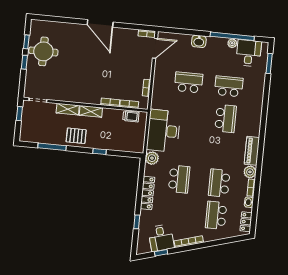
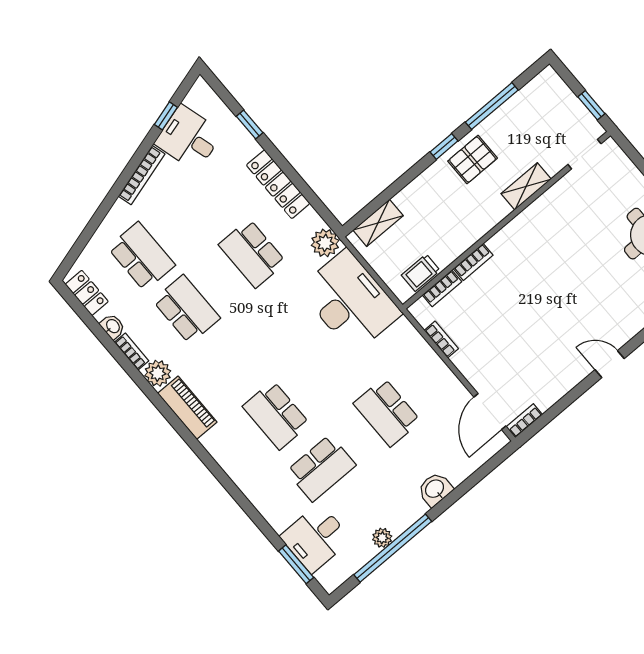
door: (100, 23) -> (610, 364), width x0.53
desk: (249, 53) -> (316, 538), moved, turned 90
school desk: (189, 82) -> (387, 412), turned 90
shelving: (91, 111) -> (378, 223), moved
window: (100, 151) -> (444, 146), moved

